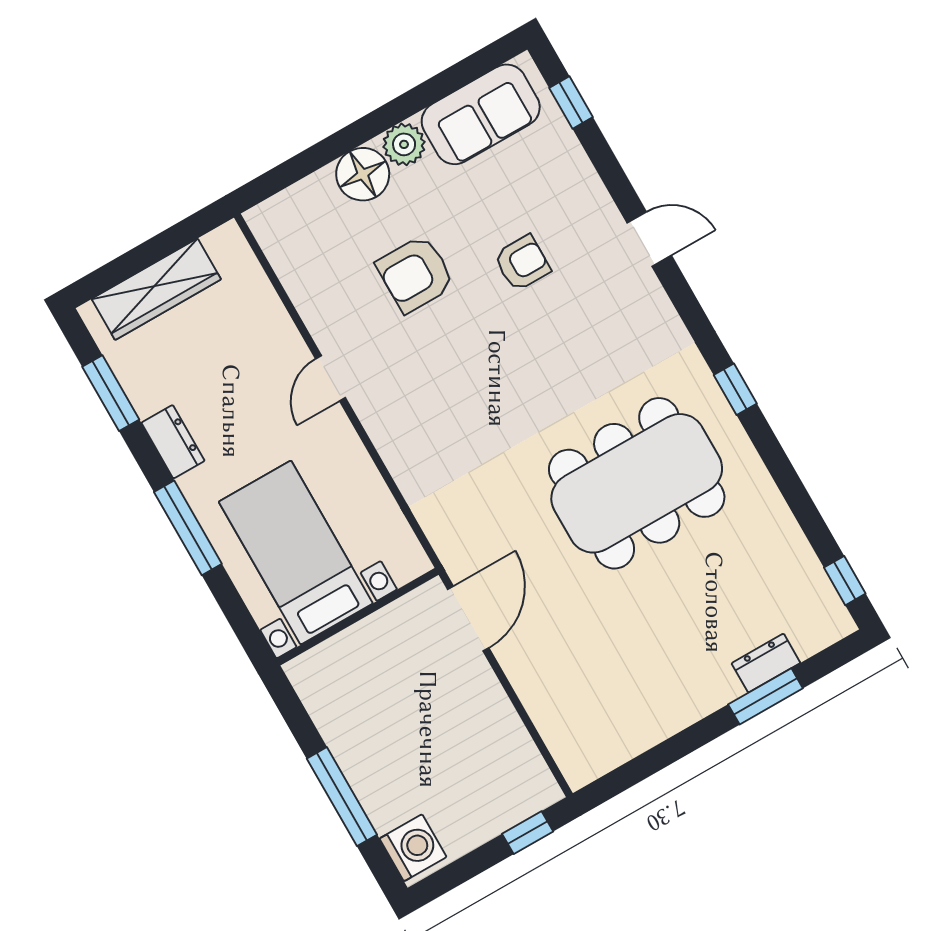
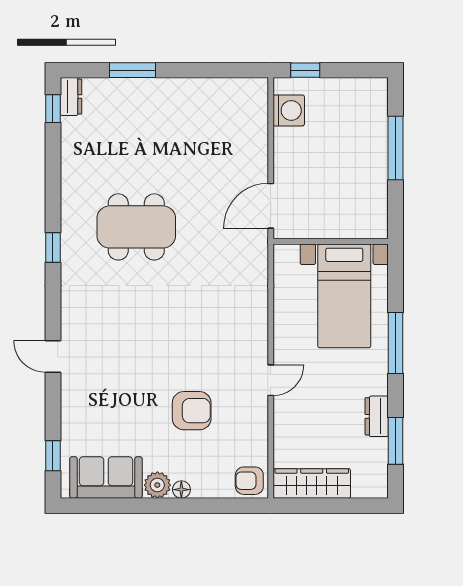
floor lamp: (363, 174) -> (181, 490), width x0.53, depth x0.53
armchair: (522, 263) -> (249, 481), moved
wardrobe: (156, 289) -> (312, 483), moved
dresser: (173, 442) -> (377, 416), moved
dining table: (637, 483) -> (136, 227), width x0.73, depth x0.80
dresser: (766, 663) -> (71, 97), moved, turned -90
washing machine: (413, 848) -> (289, 110), moved, turned 180

